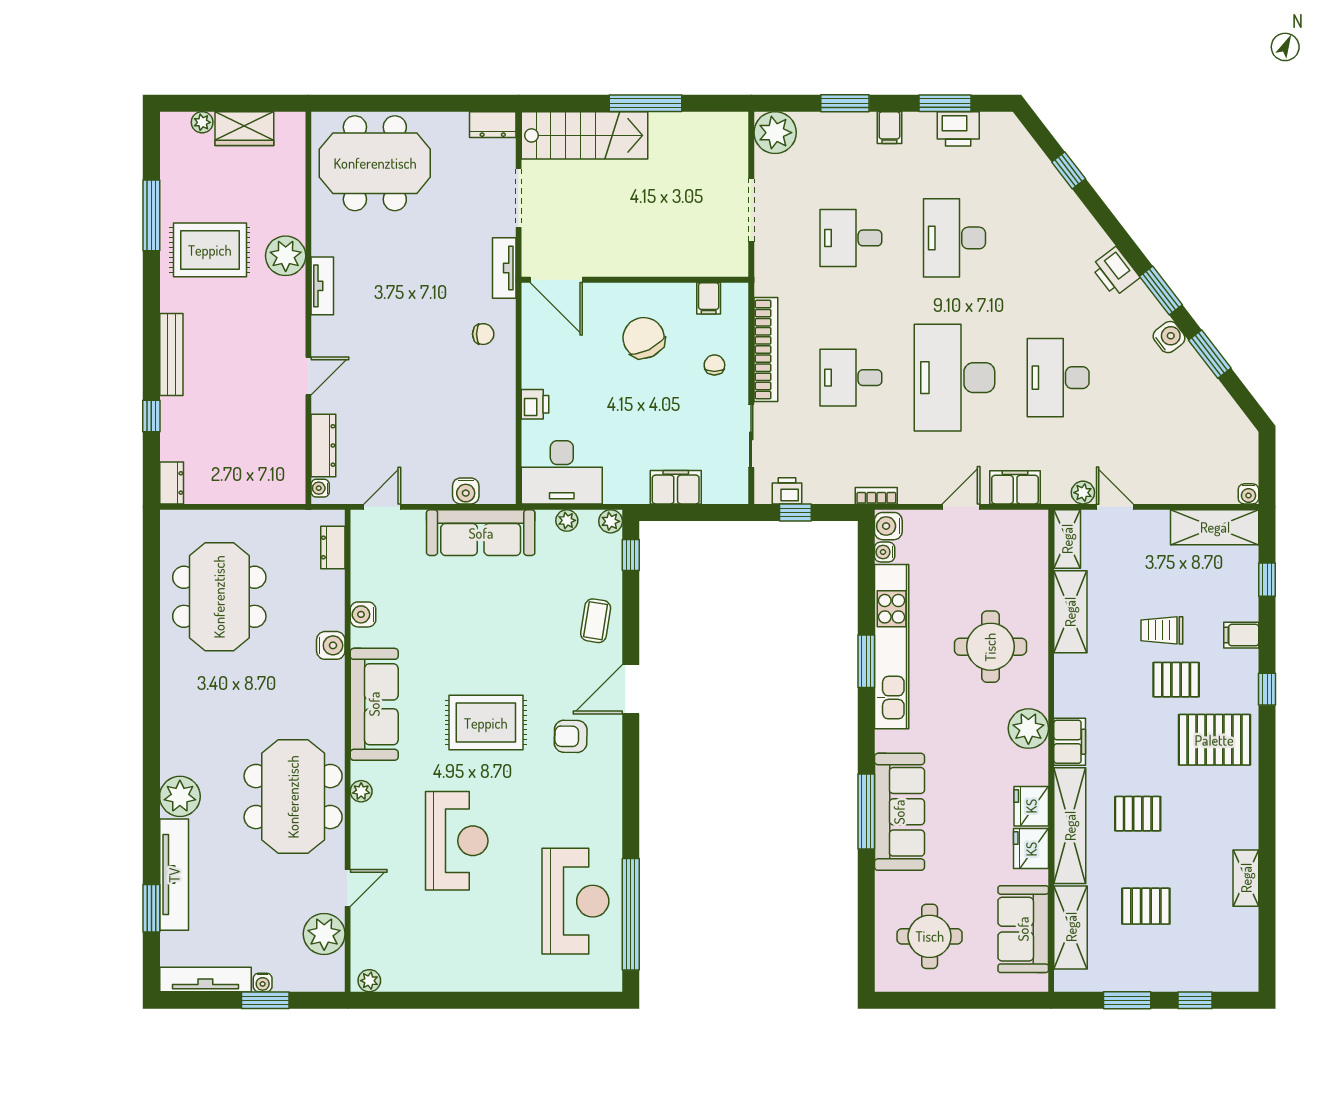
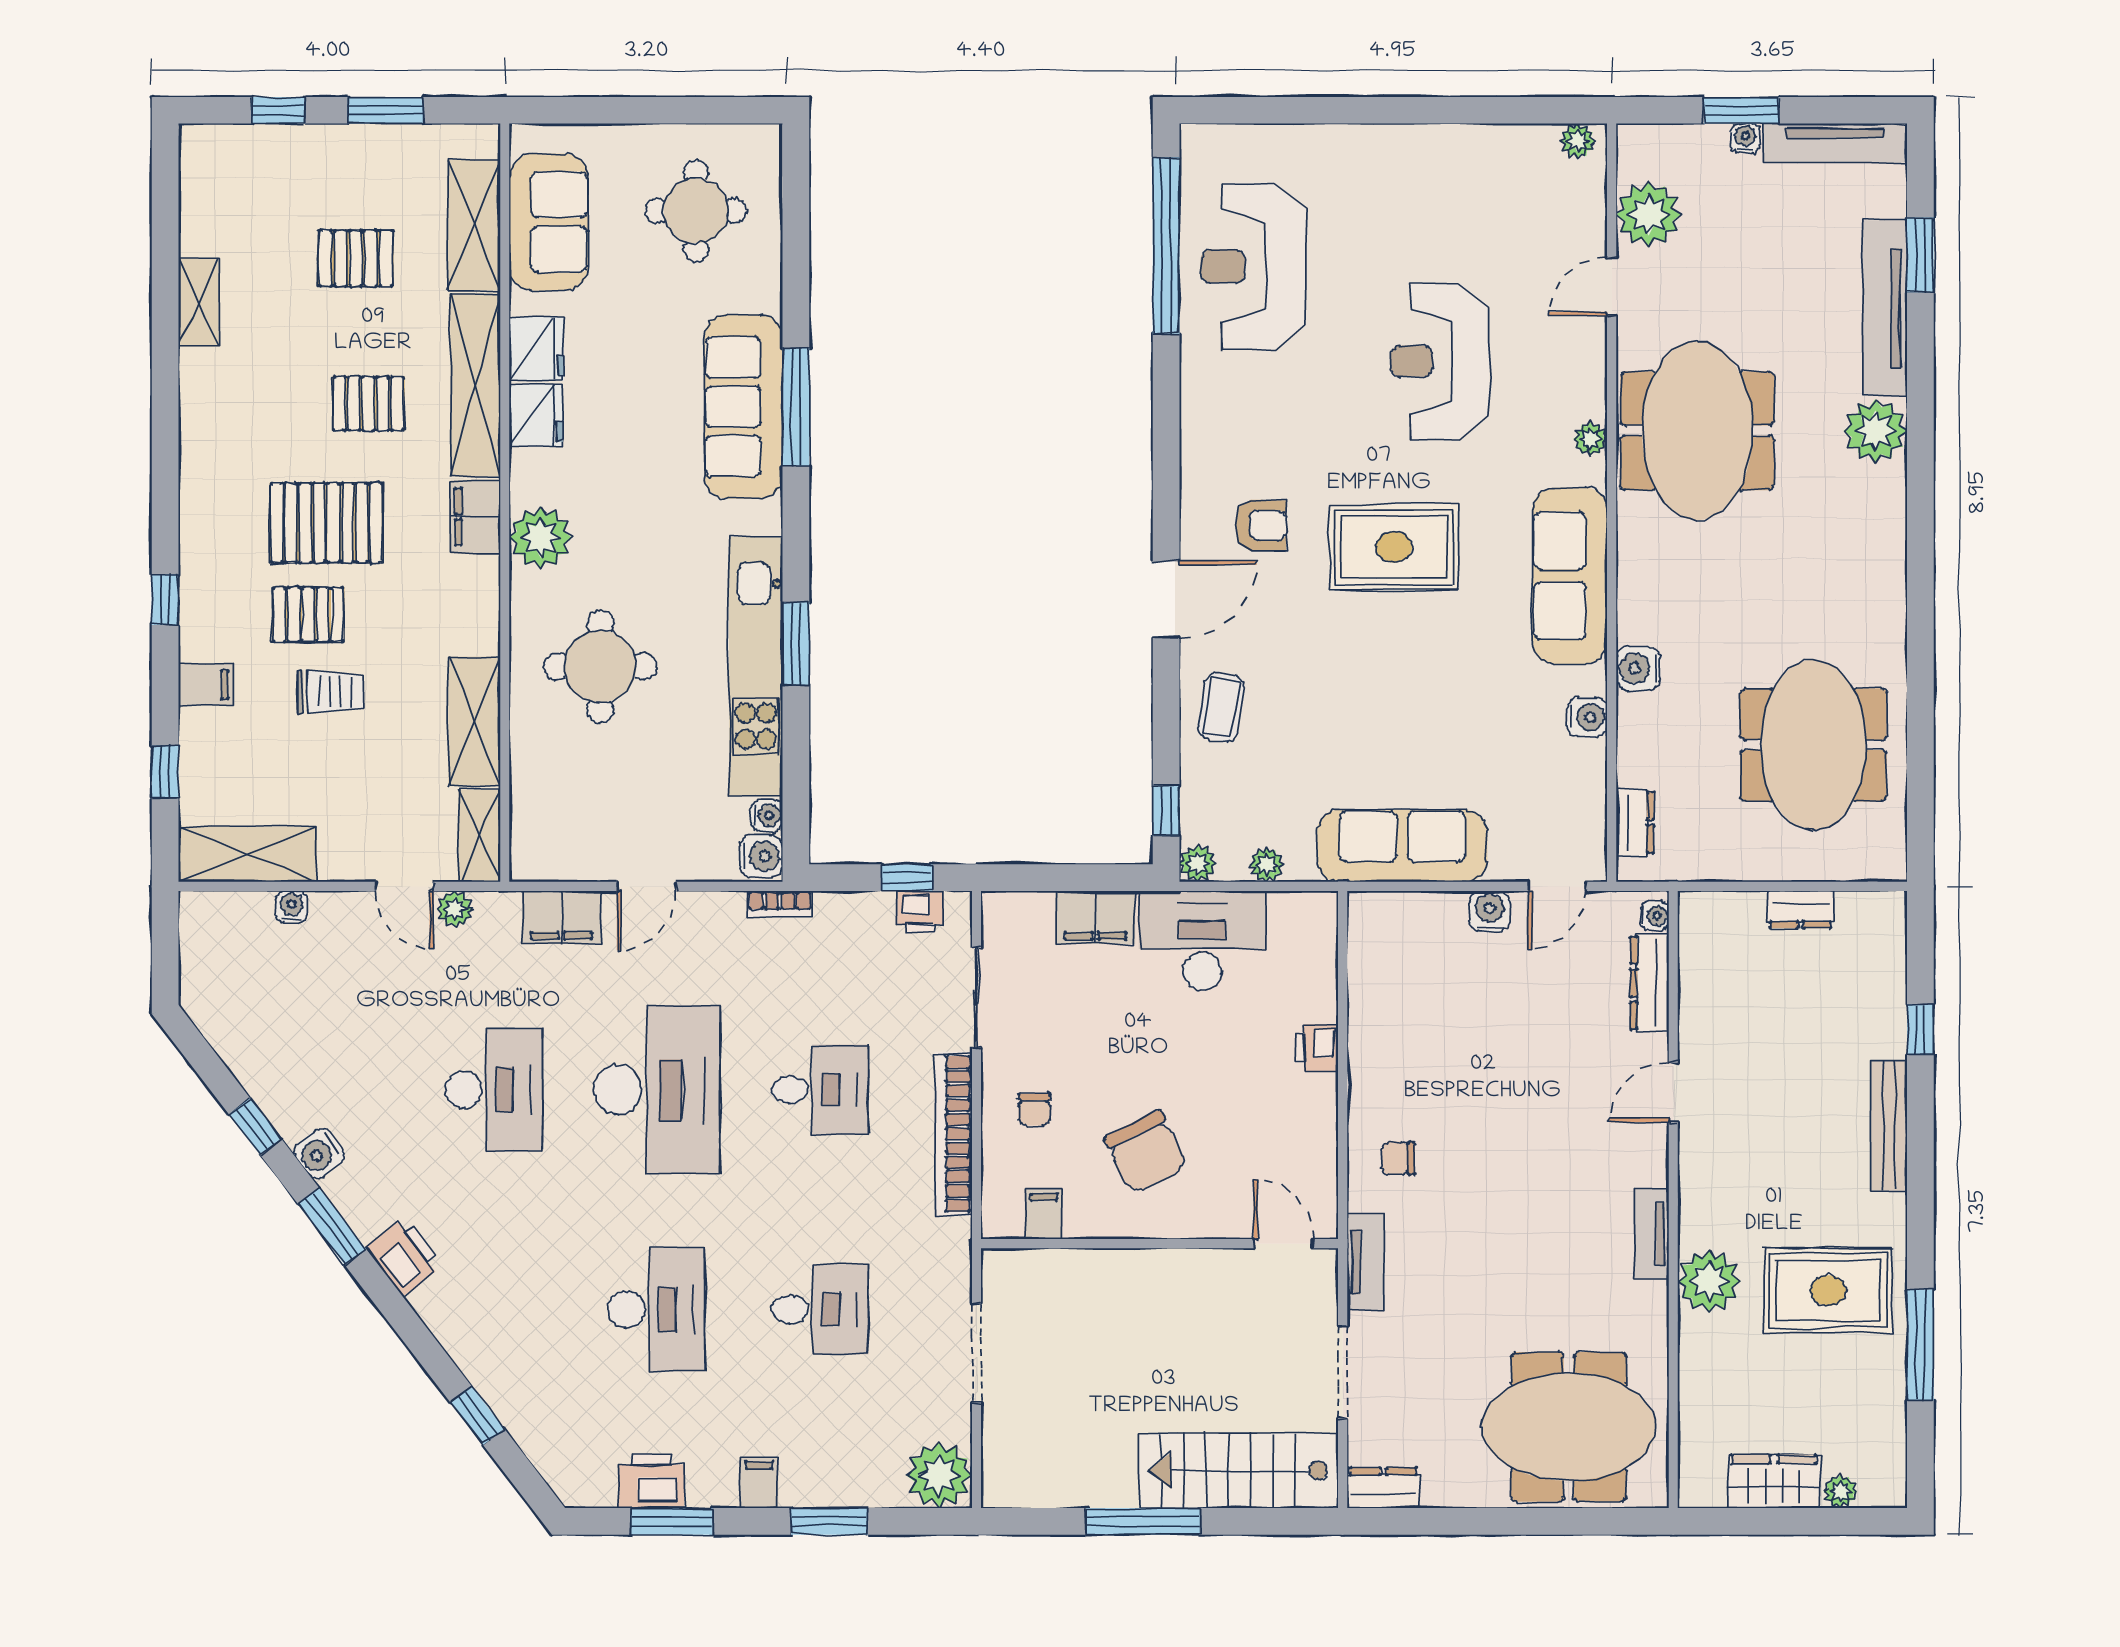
door: (556, 280) -> (1283, 1244), width x0.73
window: (1210, 354) -> (255, 1127), width x0.67
desk: (562, 472) -> (1202, 941), moved
dresser: (172, 483) -> (1800, 909), moved, turned -90
water cooler: (466, 491) -> (1490, 911), moved
water cooler: (1248, 494) -> (291, 907), moved
pallet: (1214, 740) -> (326, 523), moved

